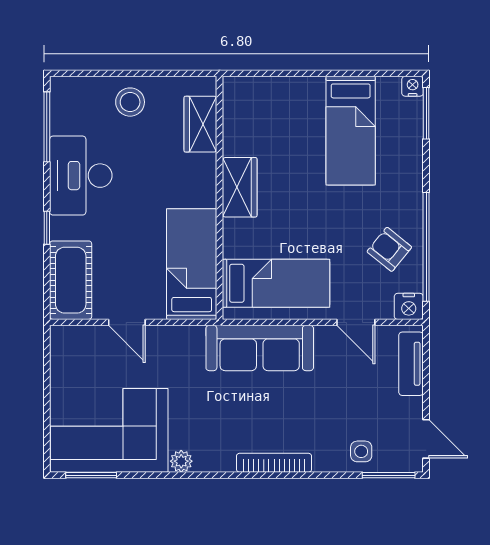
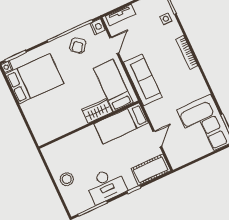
wardrobe: (200, 124) -> (62, 146), removed
bed: (351, 131) -> (34, 79), width x1.50
wardrobe: (240, 187) -> (97, 111), moved
plant: (181, 461) -> (204, 90), removed

